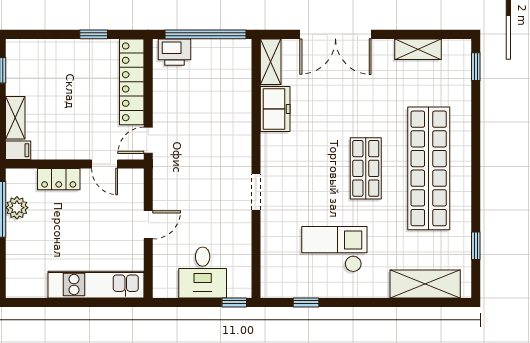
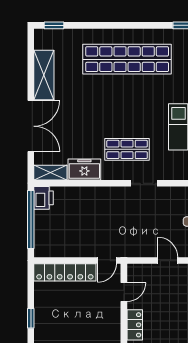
window: (94, 34) -> (31, 318), moved
shelving: (418, 49) -> (44, 75), width x1.50, depth x1.33
printer: (174, 52) -> (43, 198), moved
door: (148, 140) -> (107, 261), hinge flipped
shop shelf: (366, 168) -> (127, 149), moved

